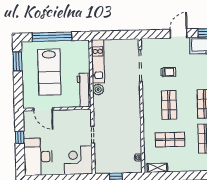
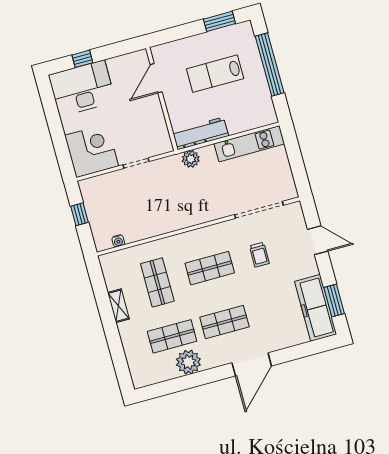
door: (179, 33) -> (318, 240), moved
lab bench: (49, 72) -> (215, 74), width x0.73, depth x0.72
plant: (98, 90) -> (191, 159), moved
window: (20, 137) -> (82, 59), moved
shelving: (157, 168) -> (118, 306), moved

